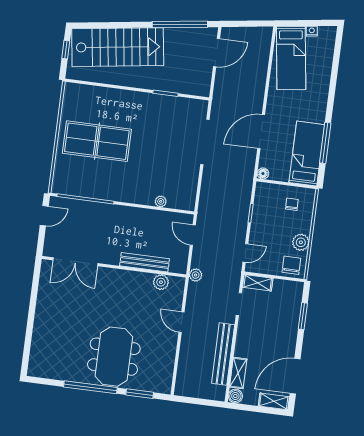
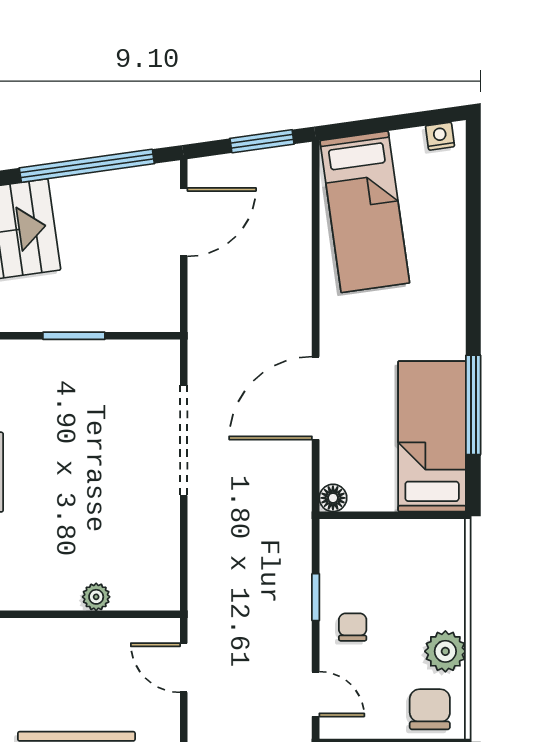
window: (253, 24) -> (262, 141), added
nightstand: (312, 31) -> (440, 136), moved
chair: (292, 204) -> (353, 627), moved
door: (245, 253) -> (316, 694), hinge flipped

